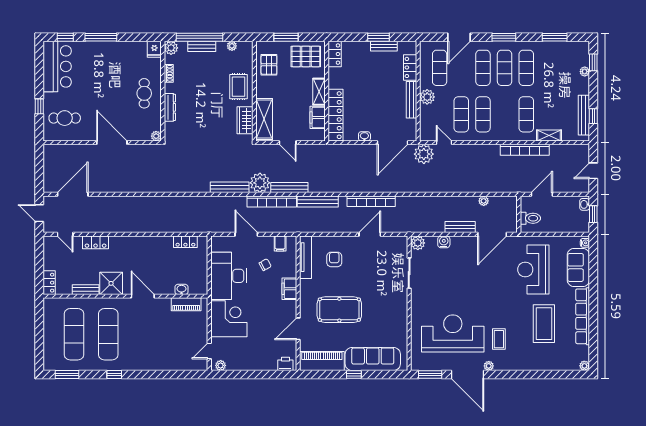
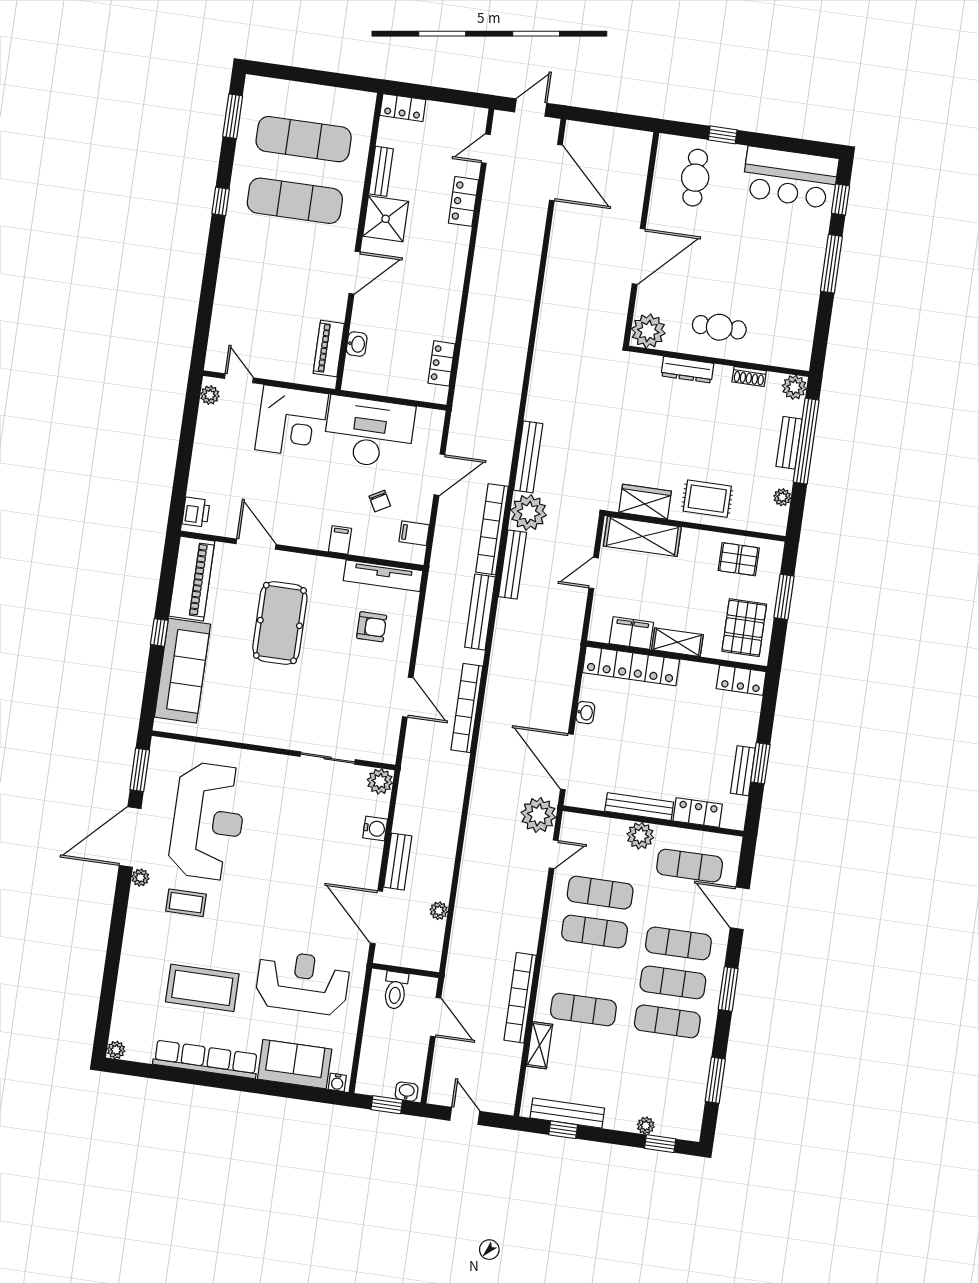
fridge: (154, 49) -> (796, 357), removed
plant: (156, 136) -> (648, 331), width x1.88, depth x1.88
filing cabinet: (289, 289) -> (340, 540), width x0.50

